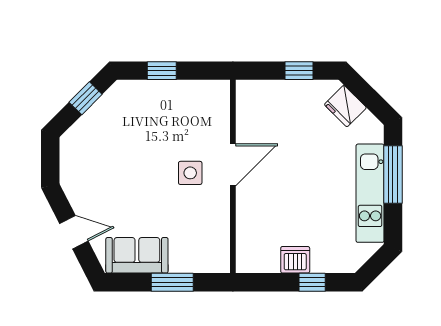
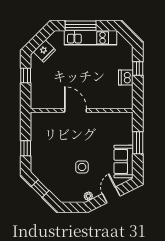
side table: (190, 173) -> (82, 167), moved
plant: (72, 189) -> (88, 196), added

